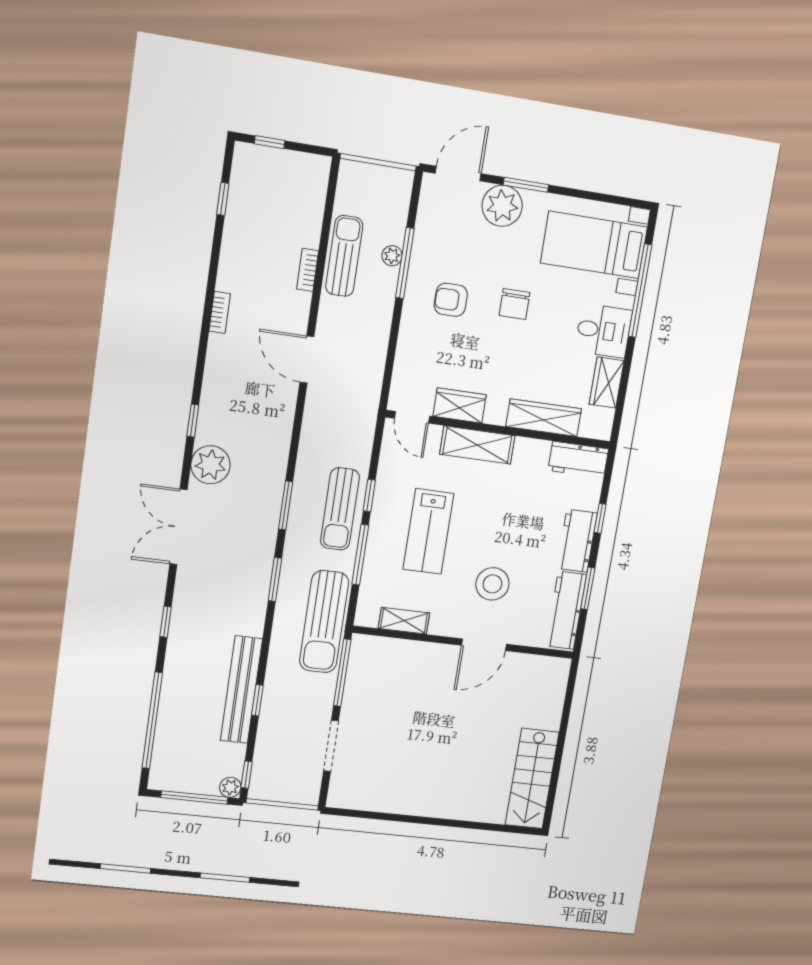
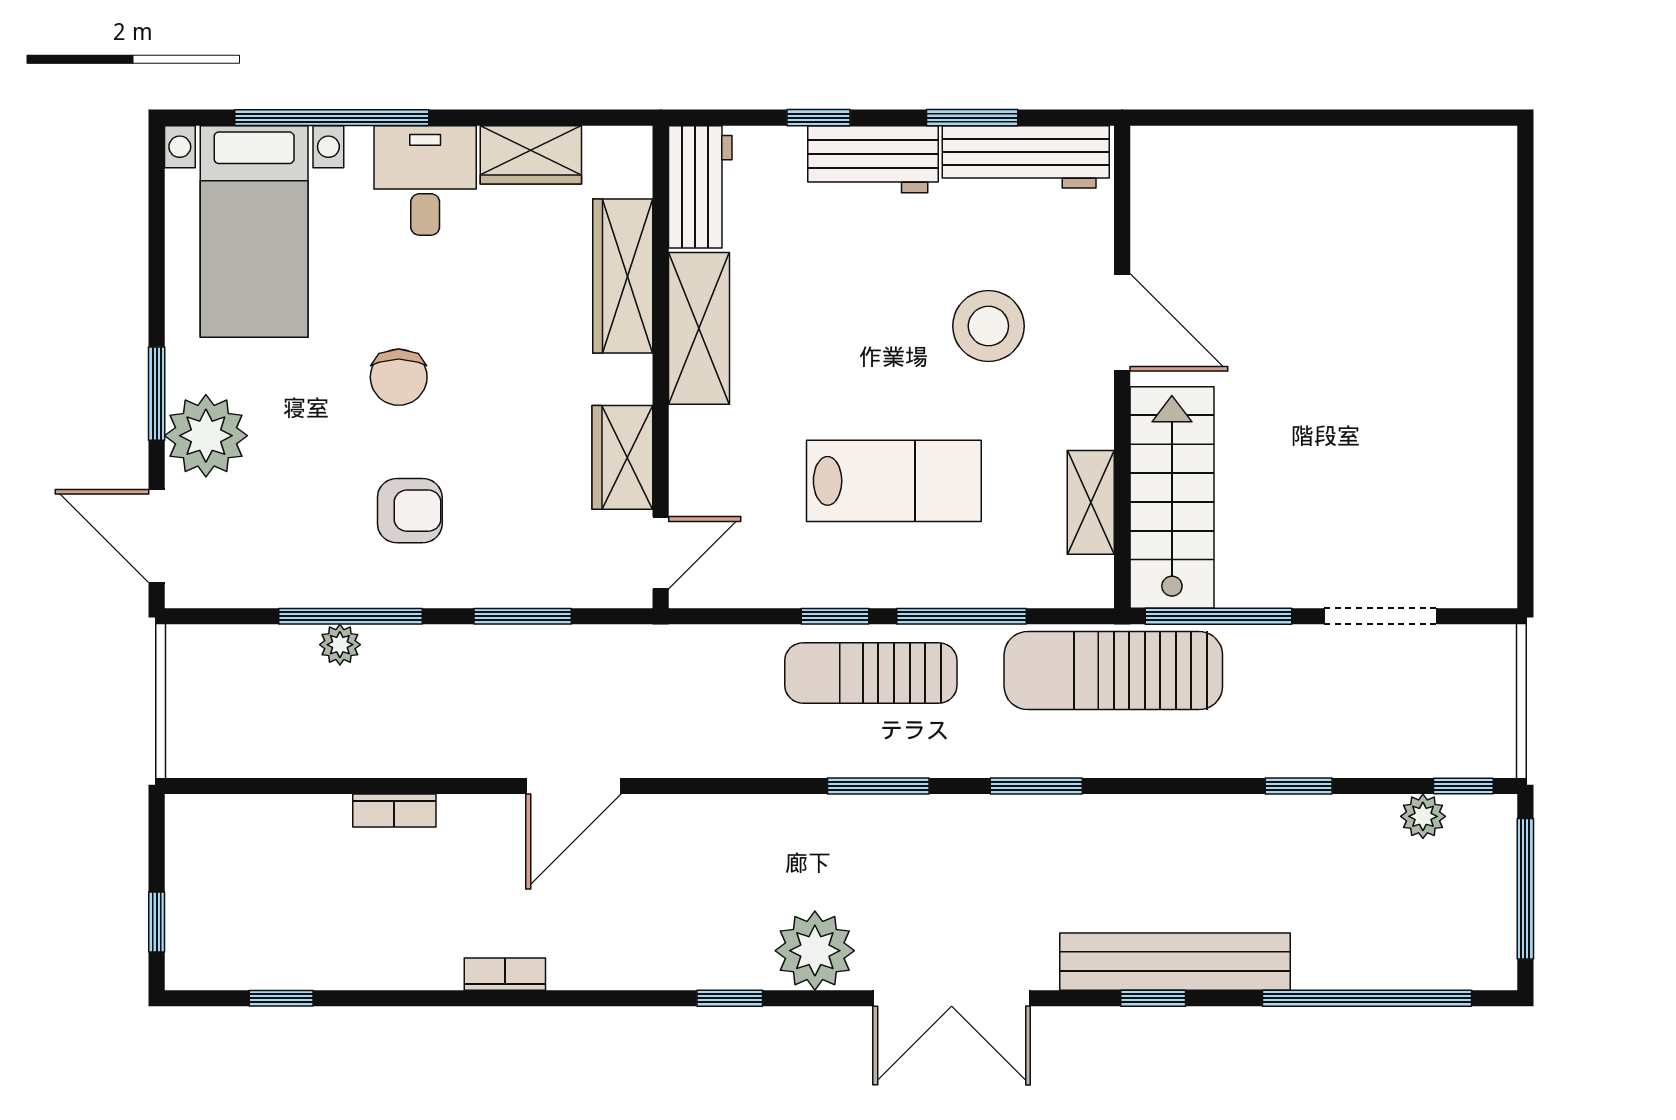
sun lounger: (344, 256) -> (355, 741), removed
armchair: (451, 300) -> (410, 511), turned -90
chair: (514, 304) -> (399, 377), turned 90
window: (392, 347) -> (523, 616), added
shelving: (477, 445) -> (699, 328), moved
sun lounger: (340, 509) -> (871, 673), turned 180
sun lounger: (324, 622) -> (1113, 671), turned 180
bench: (241, 690) -> (1175, 962), moved
stairs: (532, 779) -> (1172, 497), moved, turned -90
plant: (230, 787) -> (1423, 816), moved

